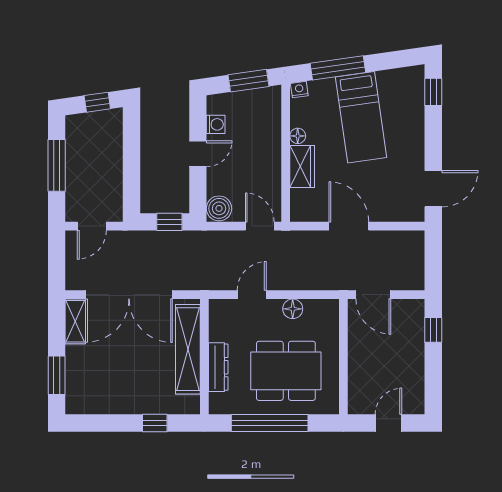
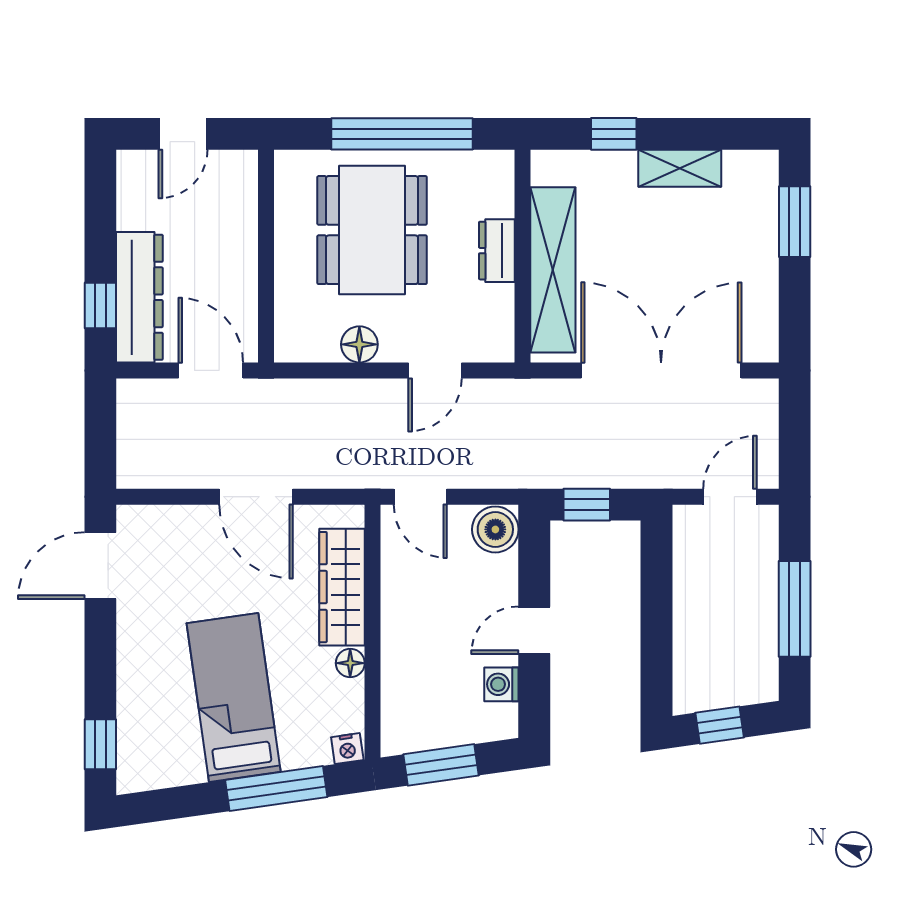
wardrobe: (302, 167) -> (342, 587), width x1.50
shelving: (75, 321) -> (680, 168), moved, turned 90
dresser: (412, 334) -> (139, 297), added
dresser: (218, 367) -> (497, 251), width x0.70
dining table: (286, 371) -> (372, 230), turned 90

